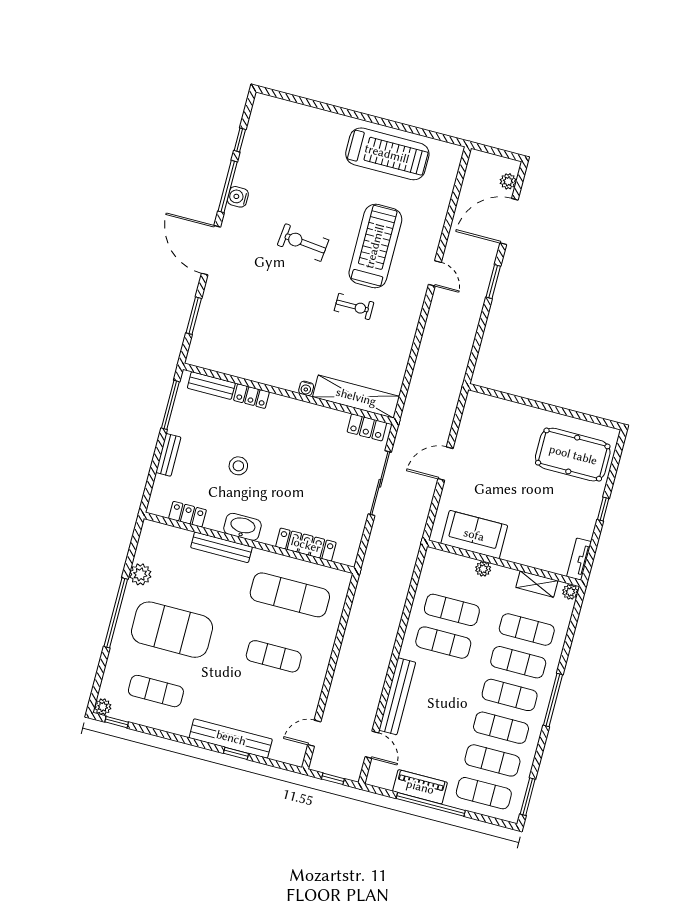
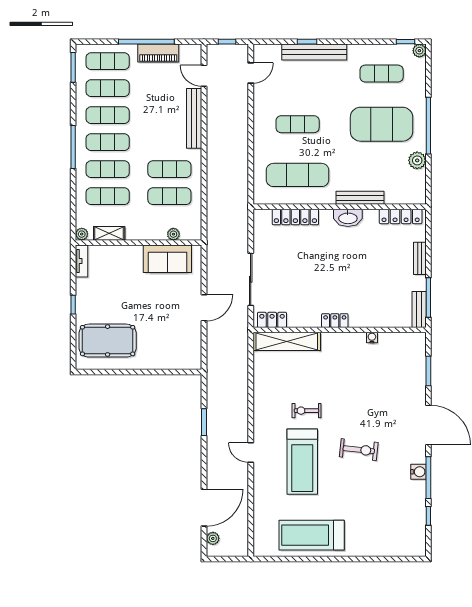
window: (493, 282) -> (204, 422), moved
bench: (211, 386) -> (419, 309), moved, turned 90
water cooler: (306, 388) -> (372, 338), moved
locker: (251, 396) -> (335, 321), moved
stool: (238, 466) -> (363, 264), removed
locker: (188, 514) -> (401, 216), width x1.53
plant: (483, 569) -> (173, 234), moved

